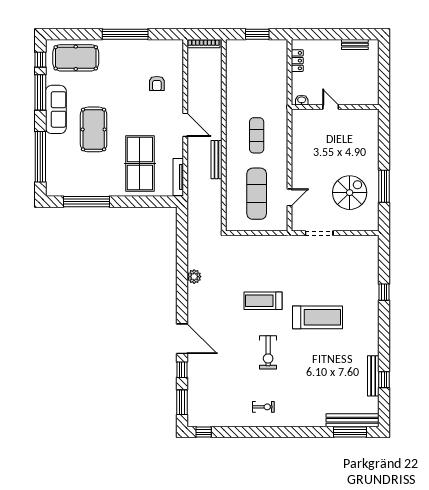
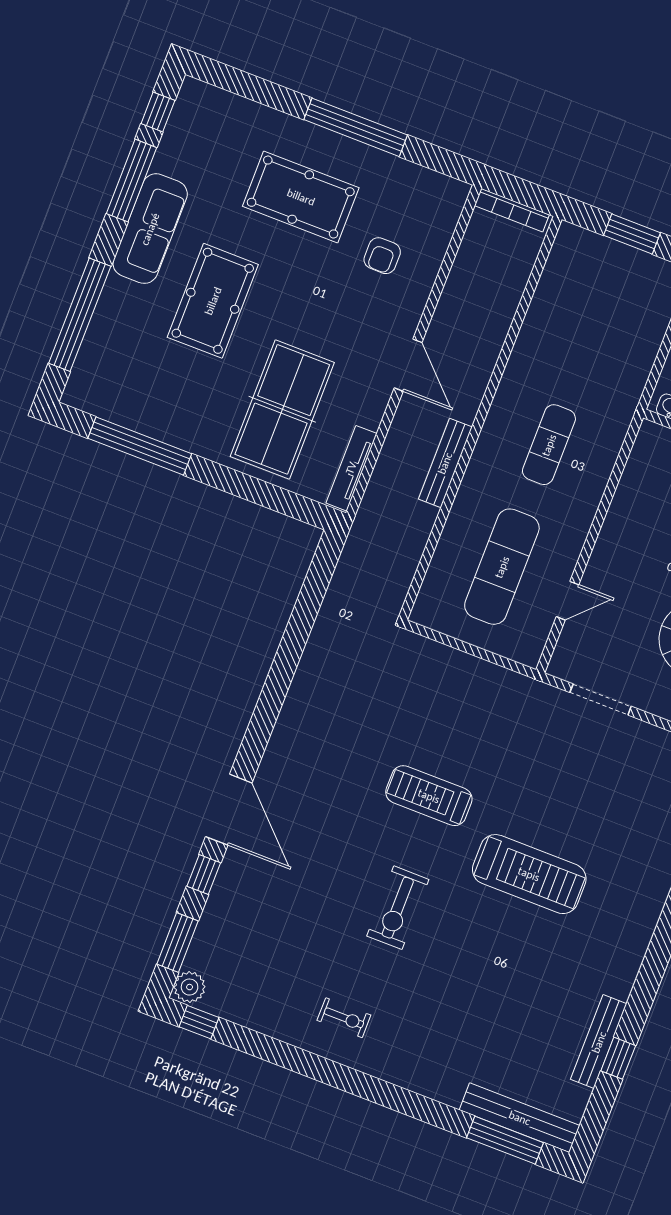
pool table: (76, 58) -> (301, 197), moved
plant: (194, 277) -> (190, 987), moved

